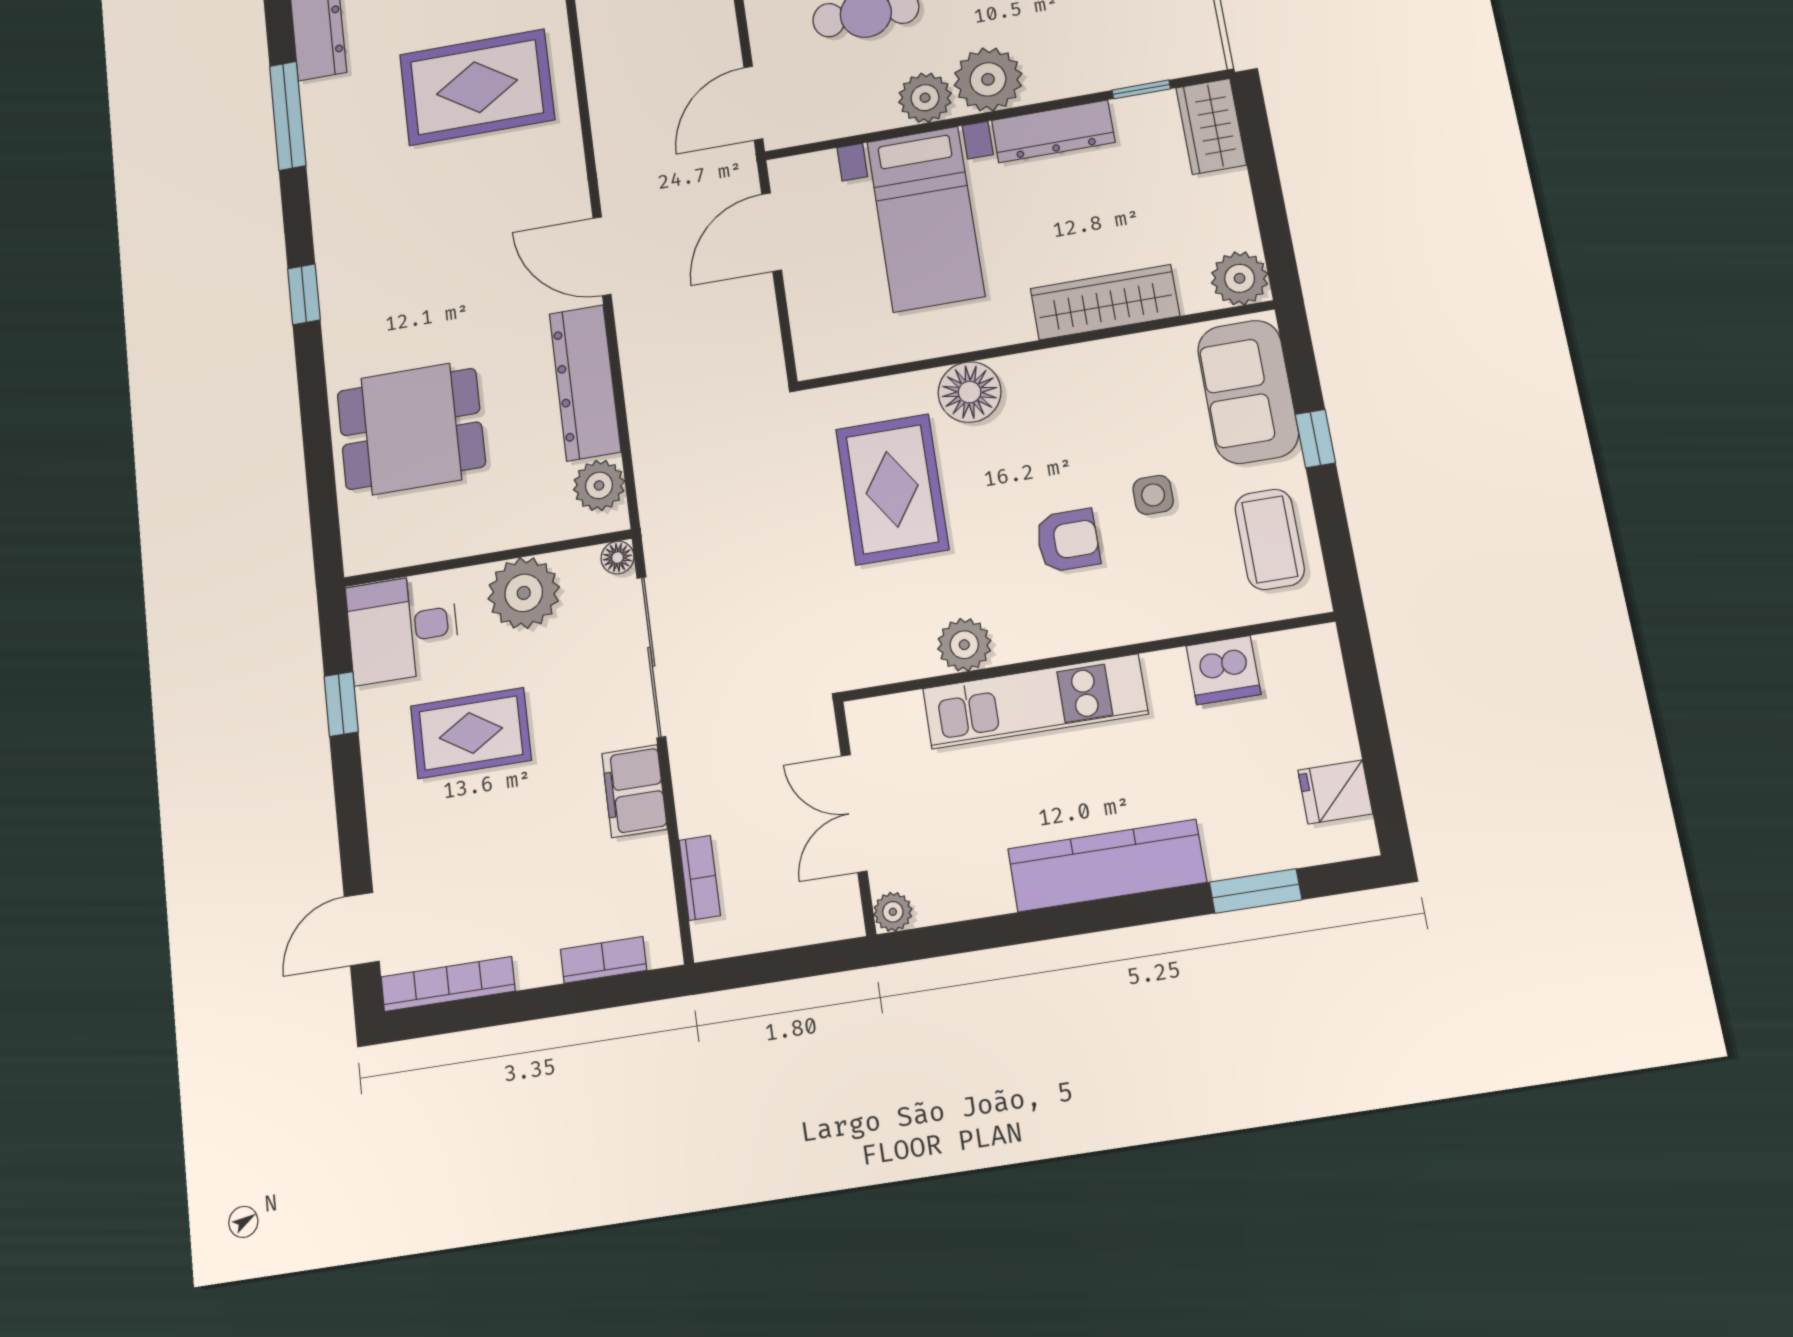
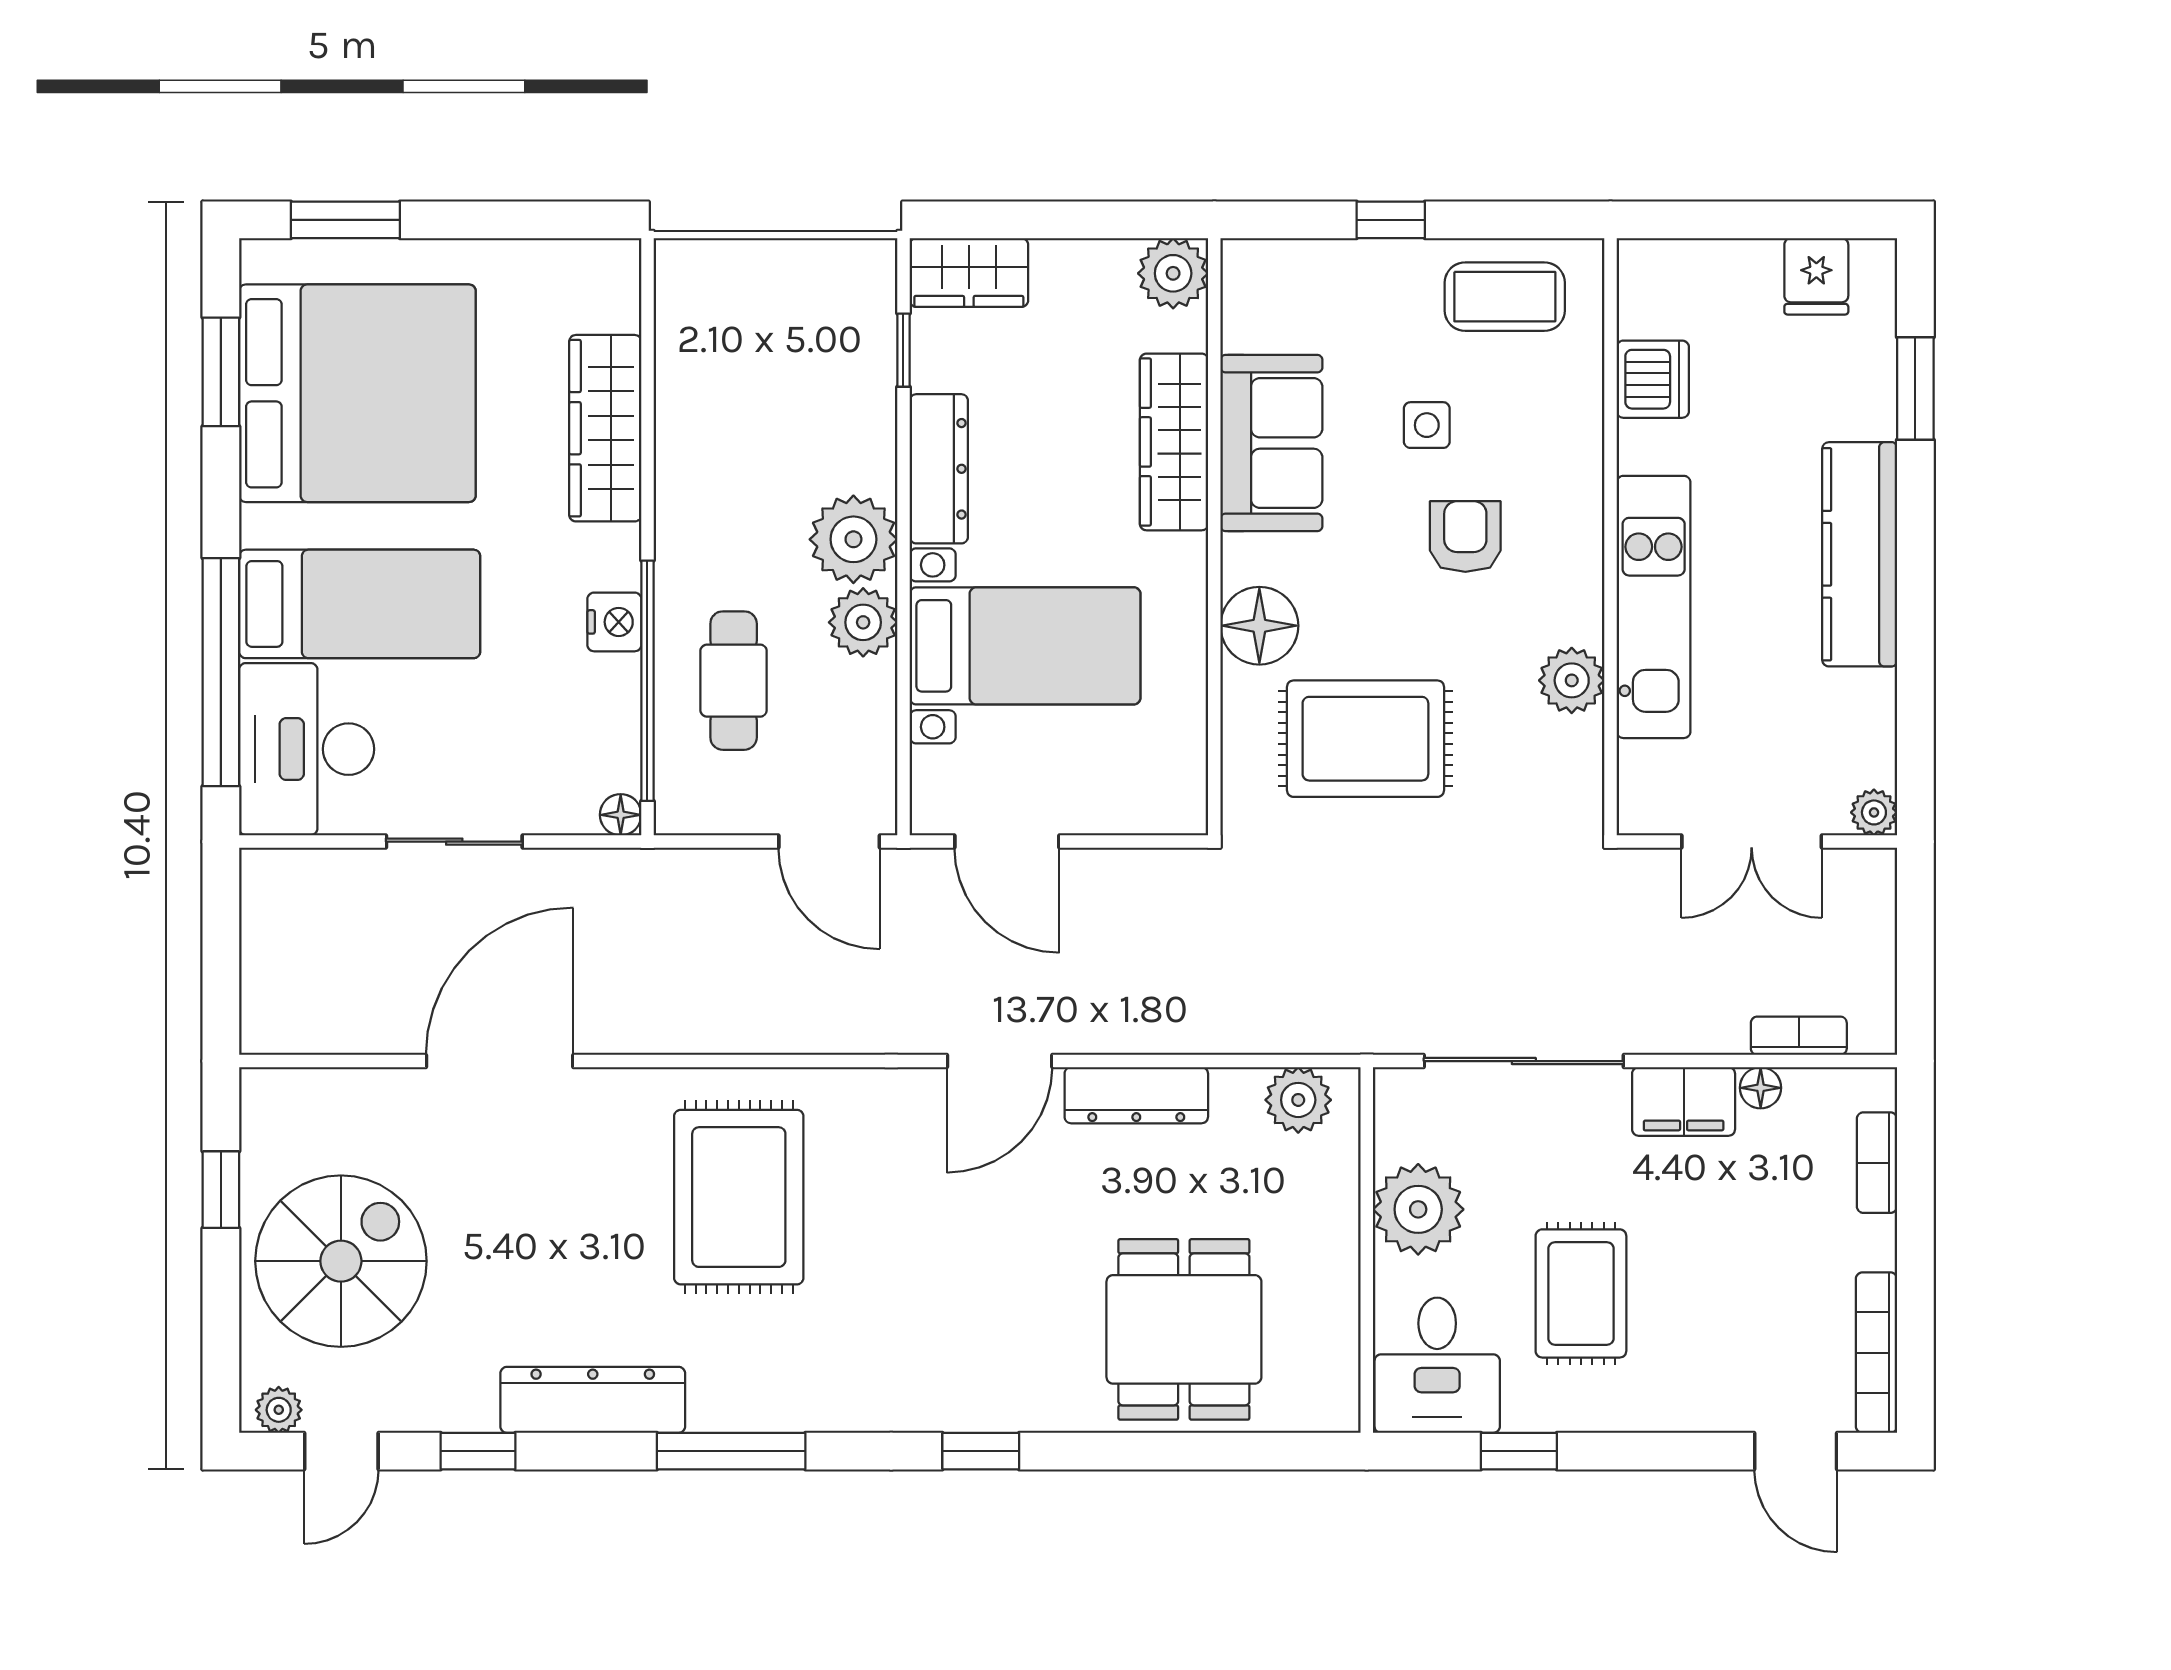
dresser: (585, 383) -> (1136, 1095), width x0.73, depth x0.80
sofa: (1248, 392) -> (1271, 443), moved, turned -90
floor lamp: (617, 558) -> (1761, 1088), moved

